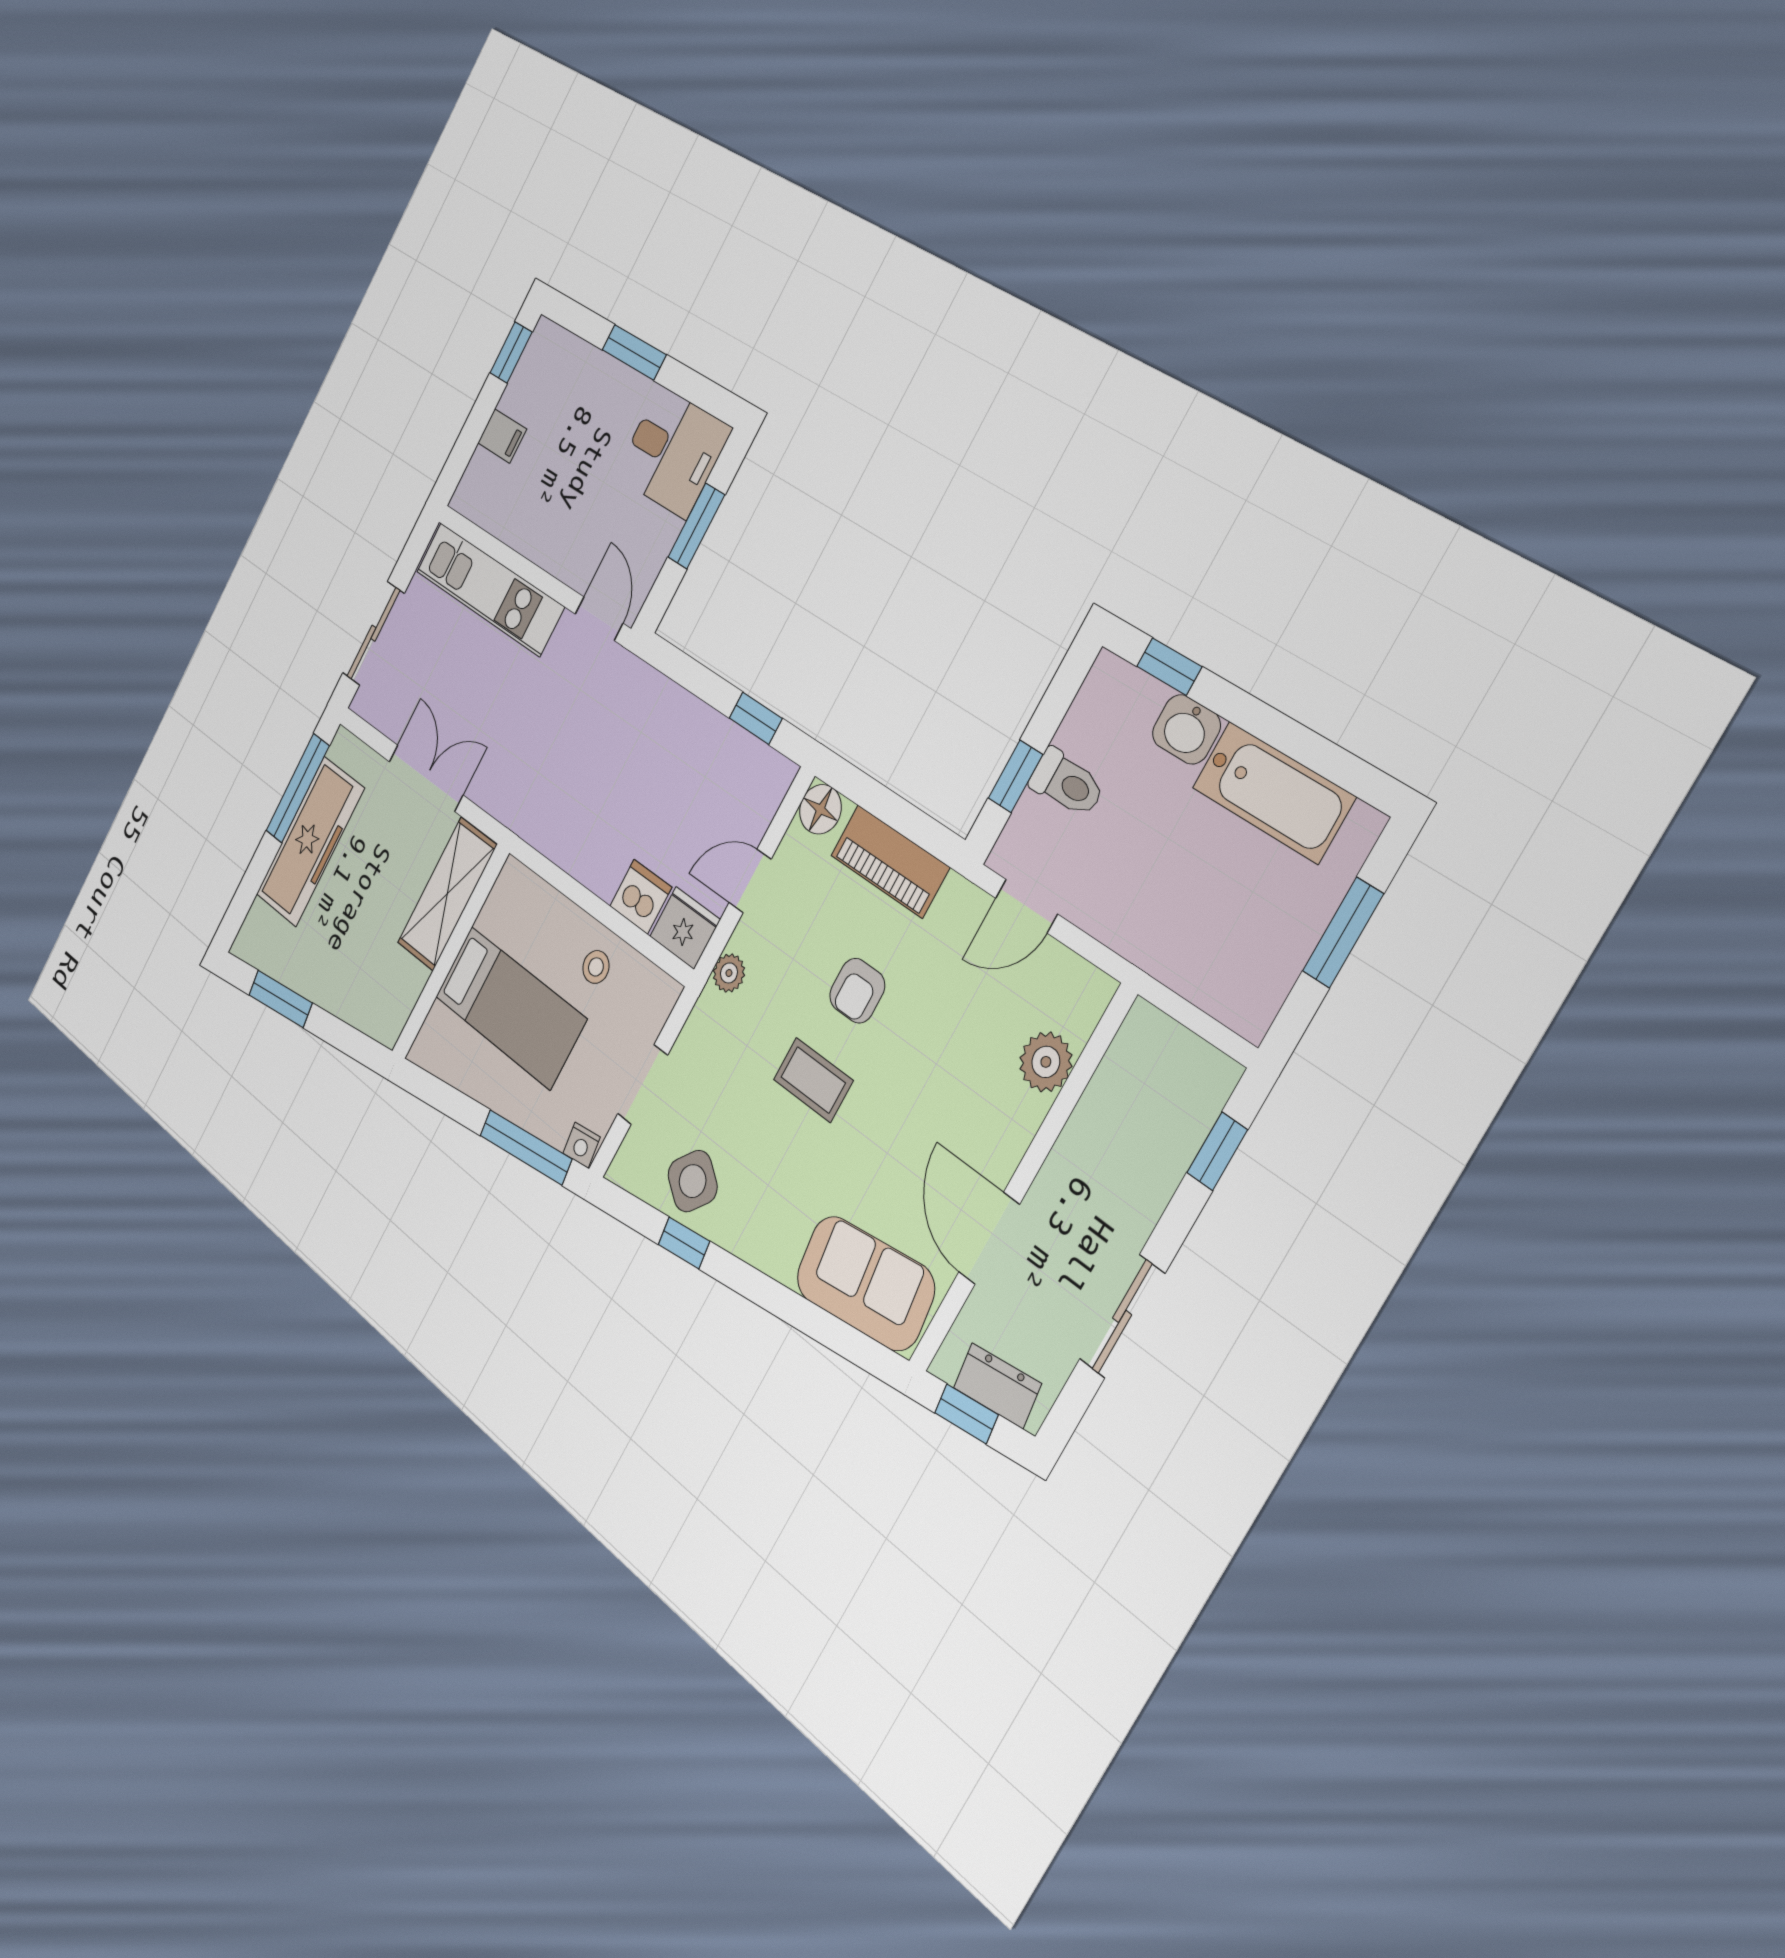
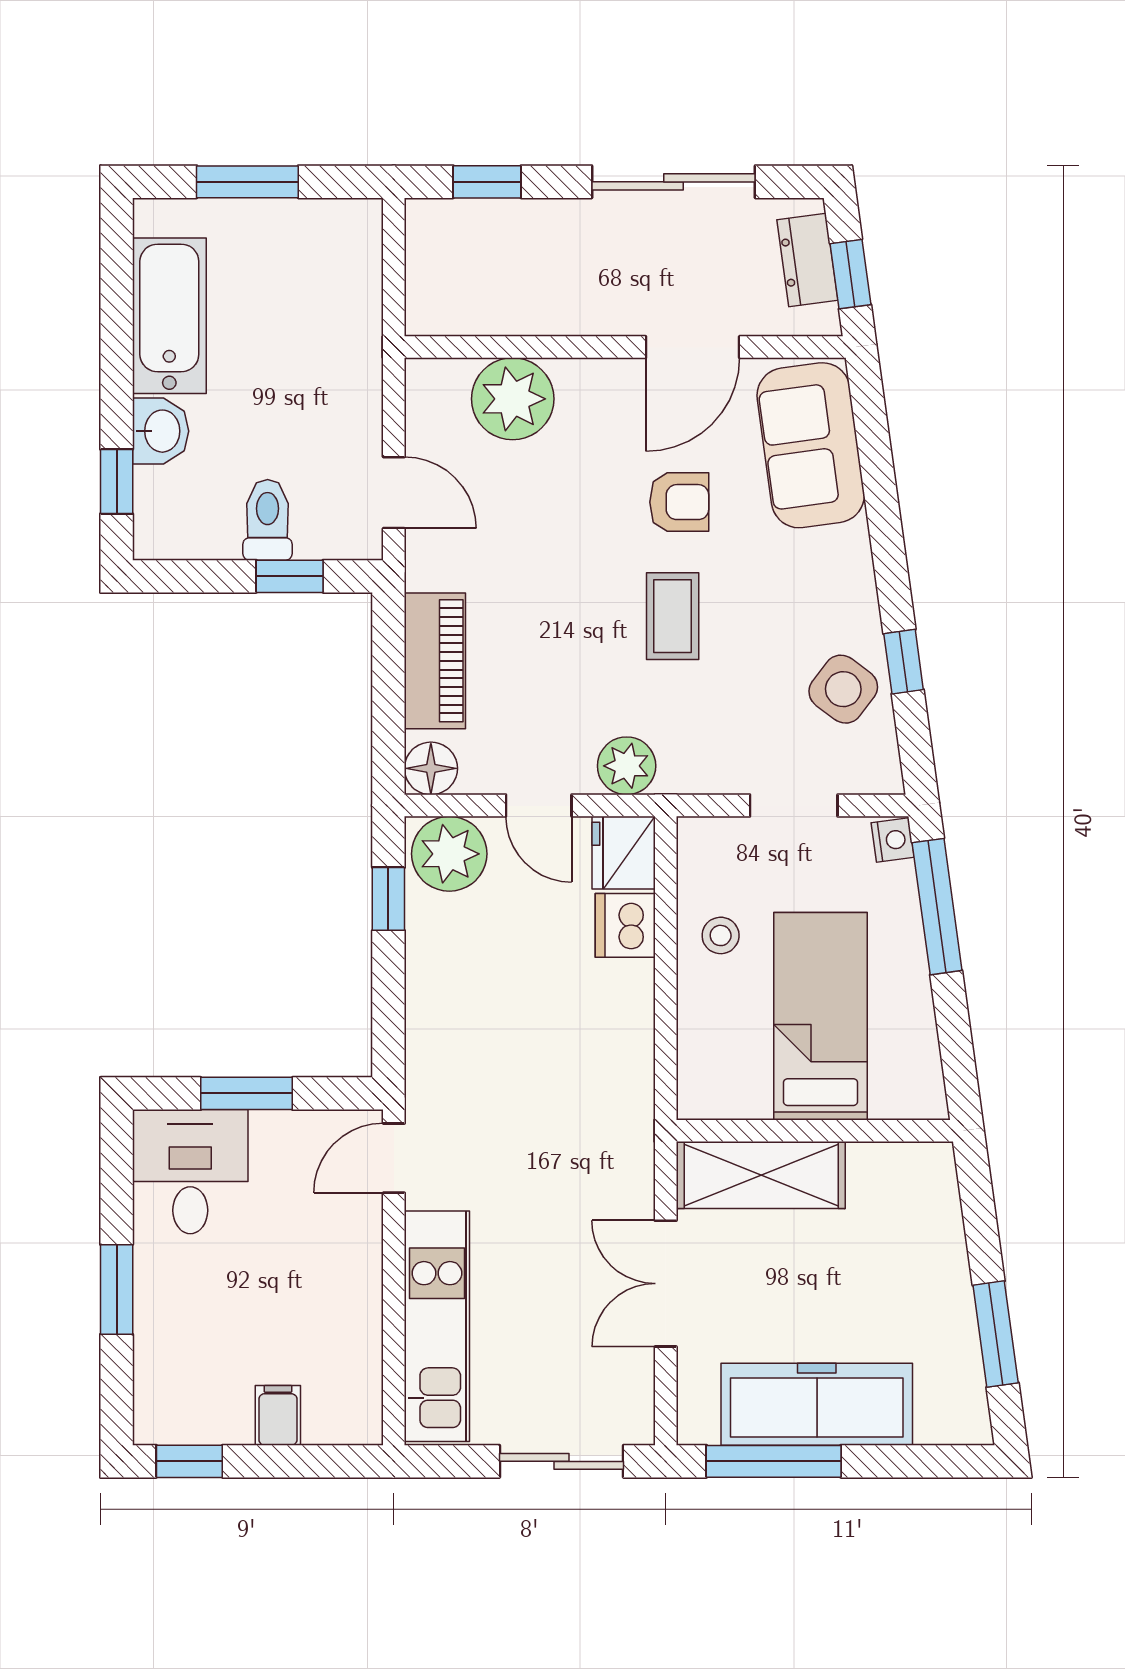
plant: (758, 787) -> (449, 854), added
plant: (729, 973) -> (627, 766), width x1.38, depth x1.38
armchair: (857, 991) -> (679, 502), moved
plant: (1046, 1062) -> (513, 399), width x1.36, depth x1.36
sliding door: (1122, 1316) -> (673, 182), width x1.37

